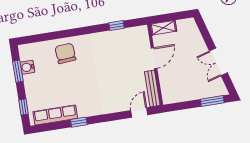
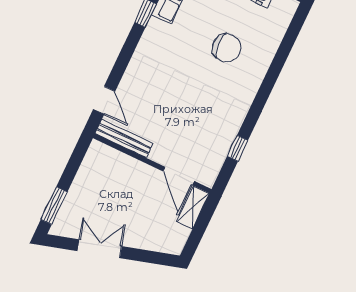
chair: (65, 53) -> (227, 48), moved
door: (154, 58) -> (179, 176), moved

